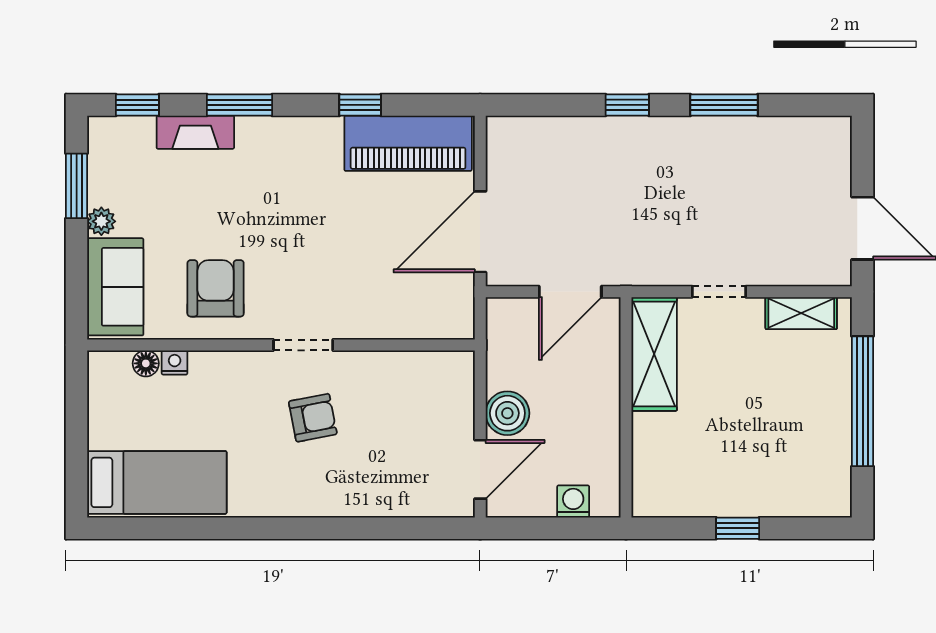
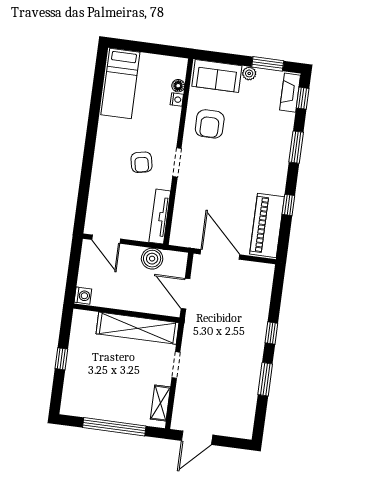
fireplace: (195, 132) -> (290, 93), moved
armchair: (216, 288) -> (210, 124), turned 90
shelving: (654, 354) -> (138, 328), width x1.47
tv unit: (419, 365) -> (160, 217), added
boiler: (507, 413) -> (152, 259), moved
washing machine: (573, 501) -> (83, 296), moved

